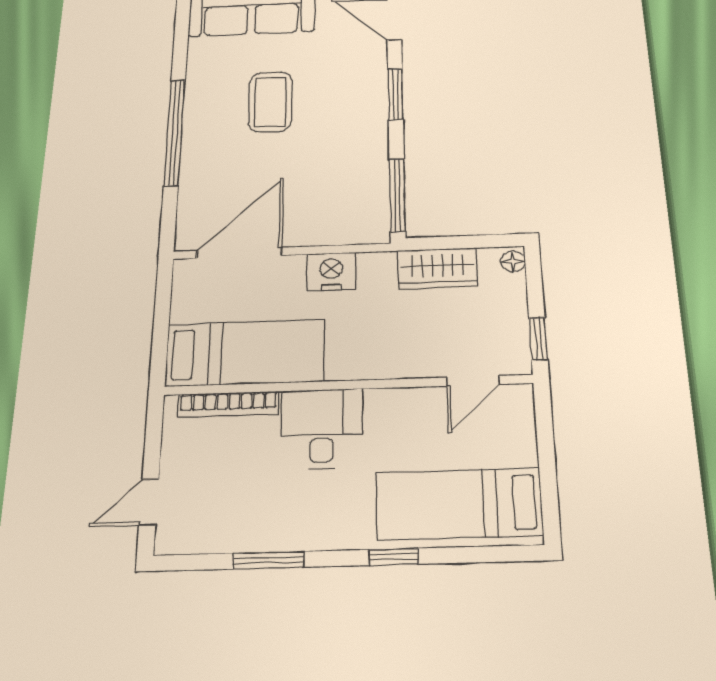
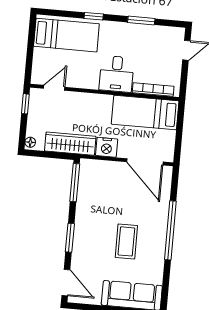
door: (239, 253) -> (145, 162), hinge flipped
wardrobe: (437, 268) -> (70, 144), width x1.50

